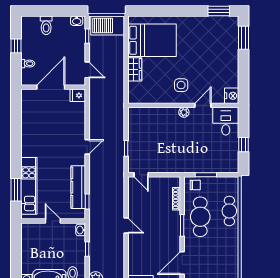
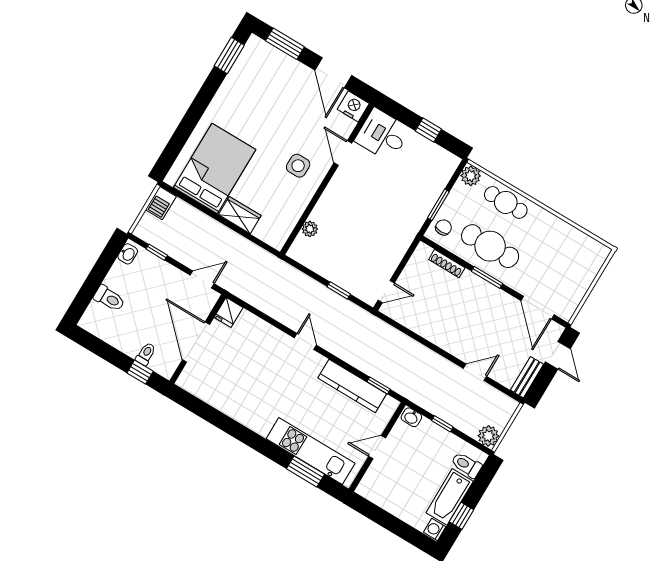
barbecue: (108, 26) -> (161, 203), width x0.53, depth x0.65
window: (16, 46) -> (140, 372), moved
door: (244, 74) -> (333, 73), added
plant: (184, 112) -> (310, 229), moved
plant: (232, 183) -> (471, 176), added
door: (126, 225) -> (475, 372), moved

